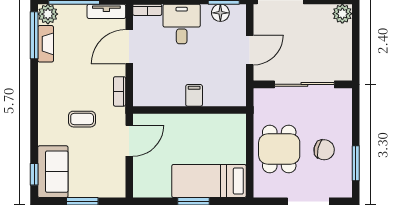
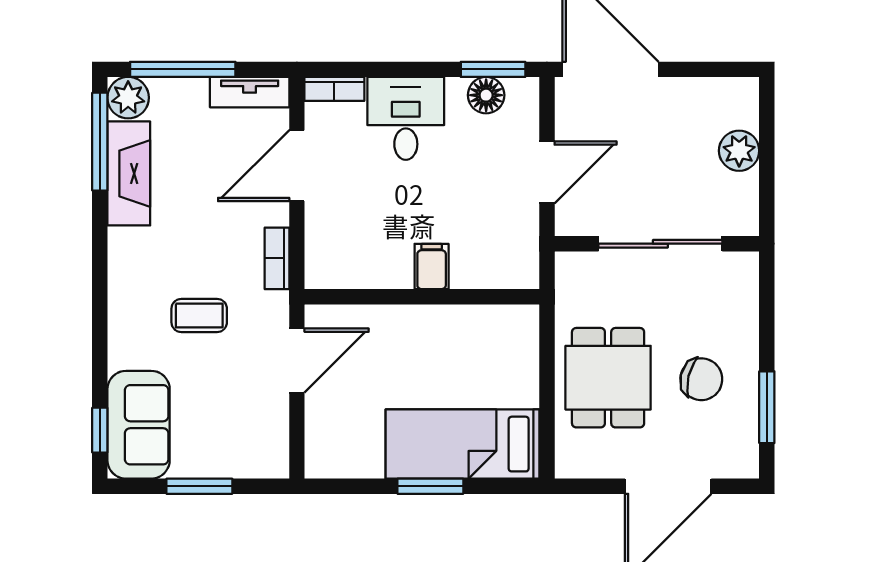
plant: (342, 14) -> (739, 151), moved
fireplace: (46, 44) -> (129, 173), width x1.37, depth x1.32

